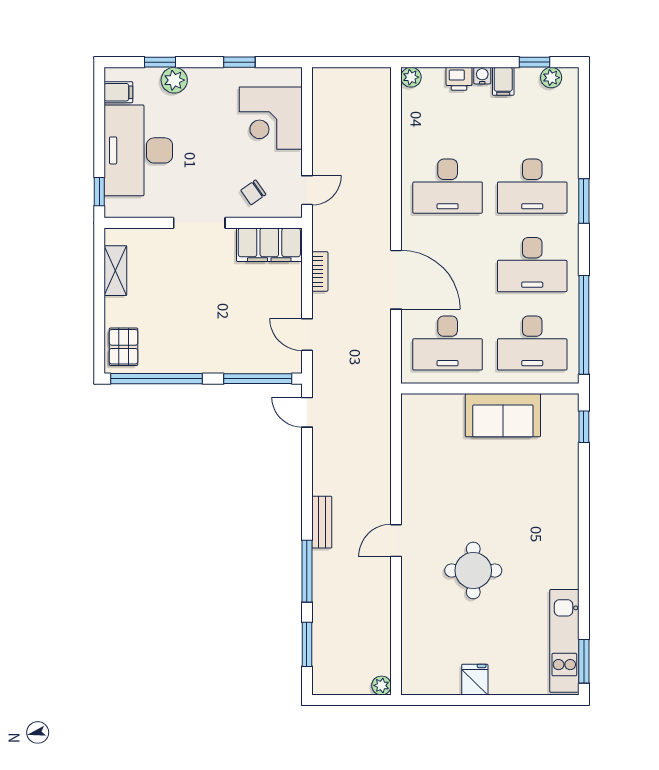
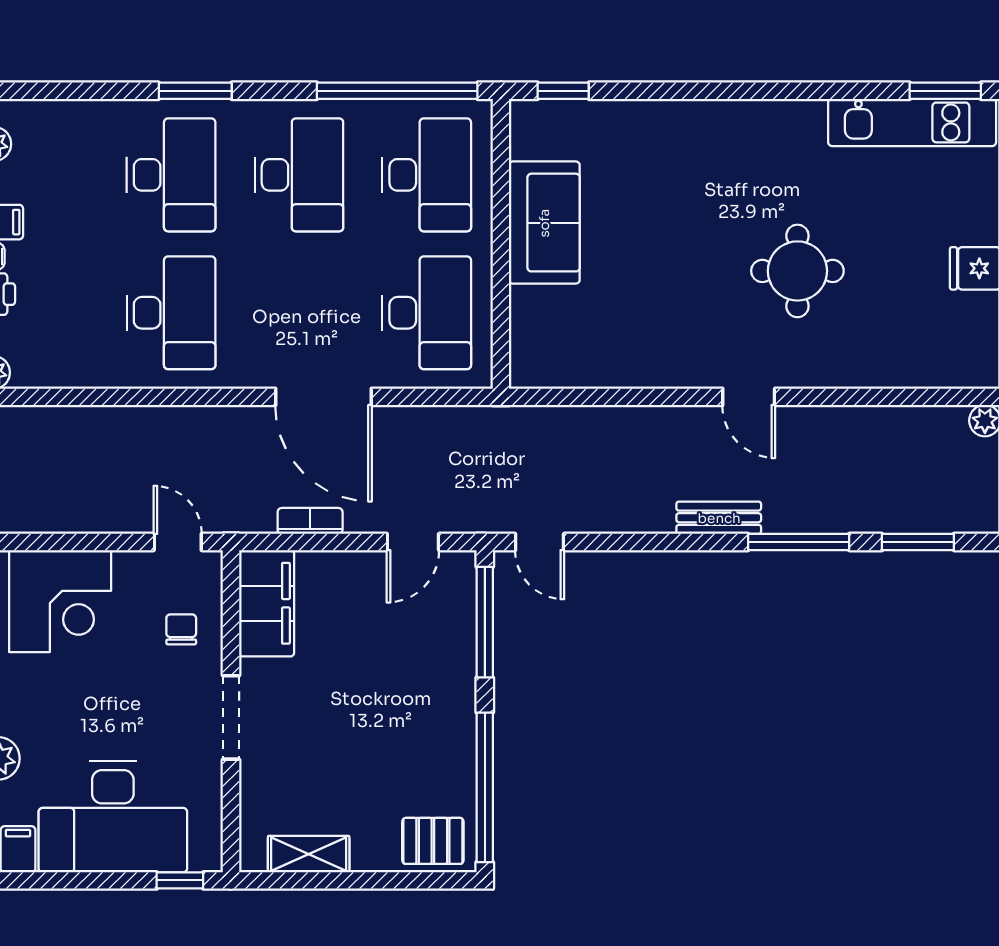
chair: (253, 192) -> (181, 629), turned -145
door: (396, 280) -> (324, 397), swing flipped
door: (307, 412) -> (540, 542), hinge flipped

